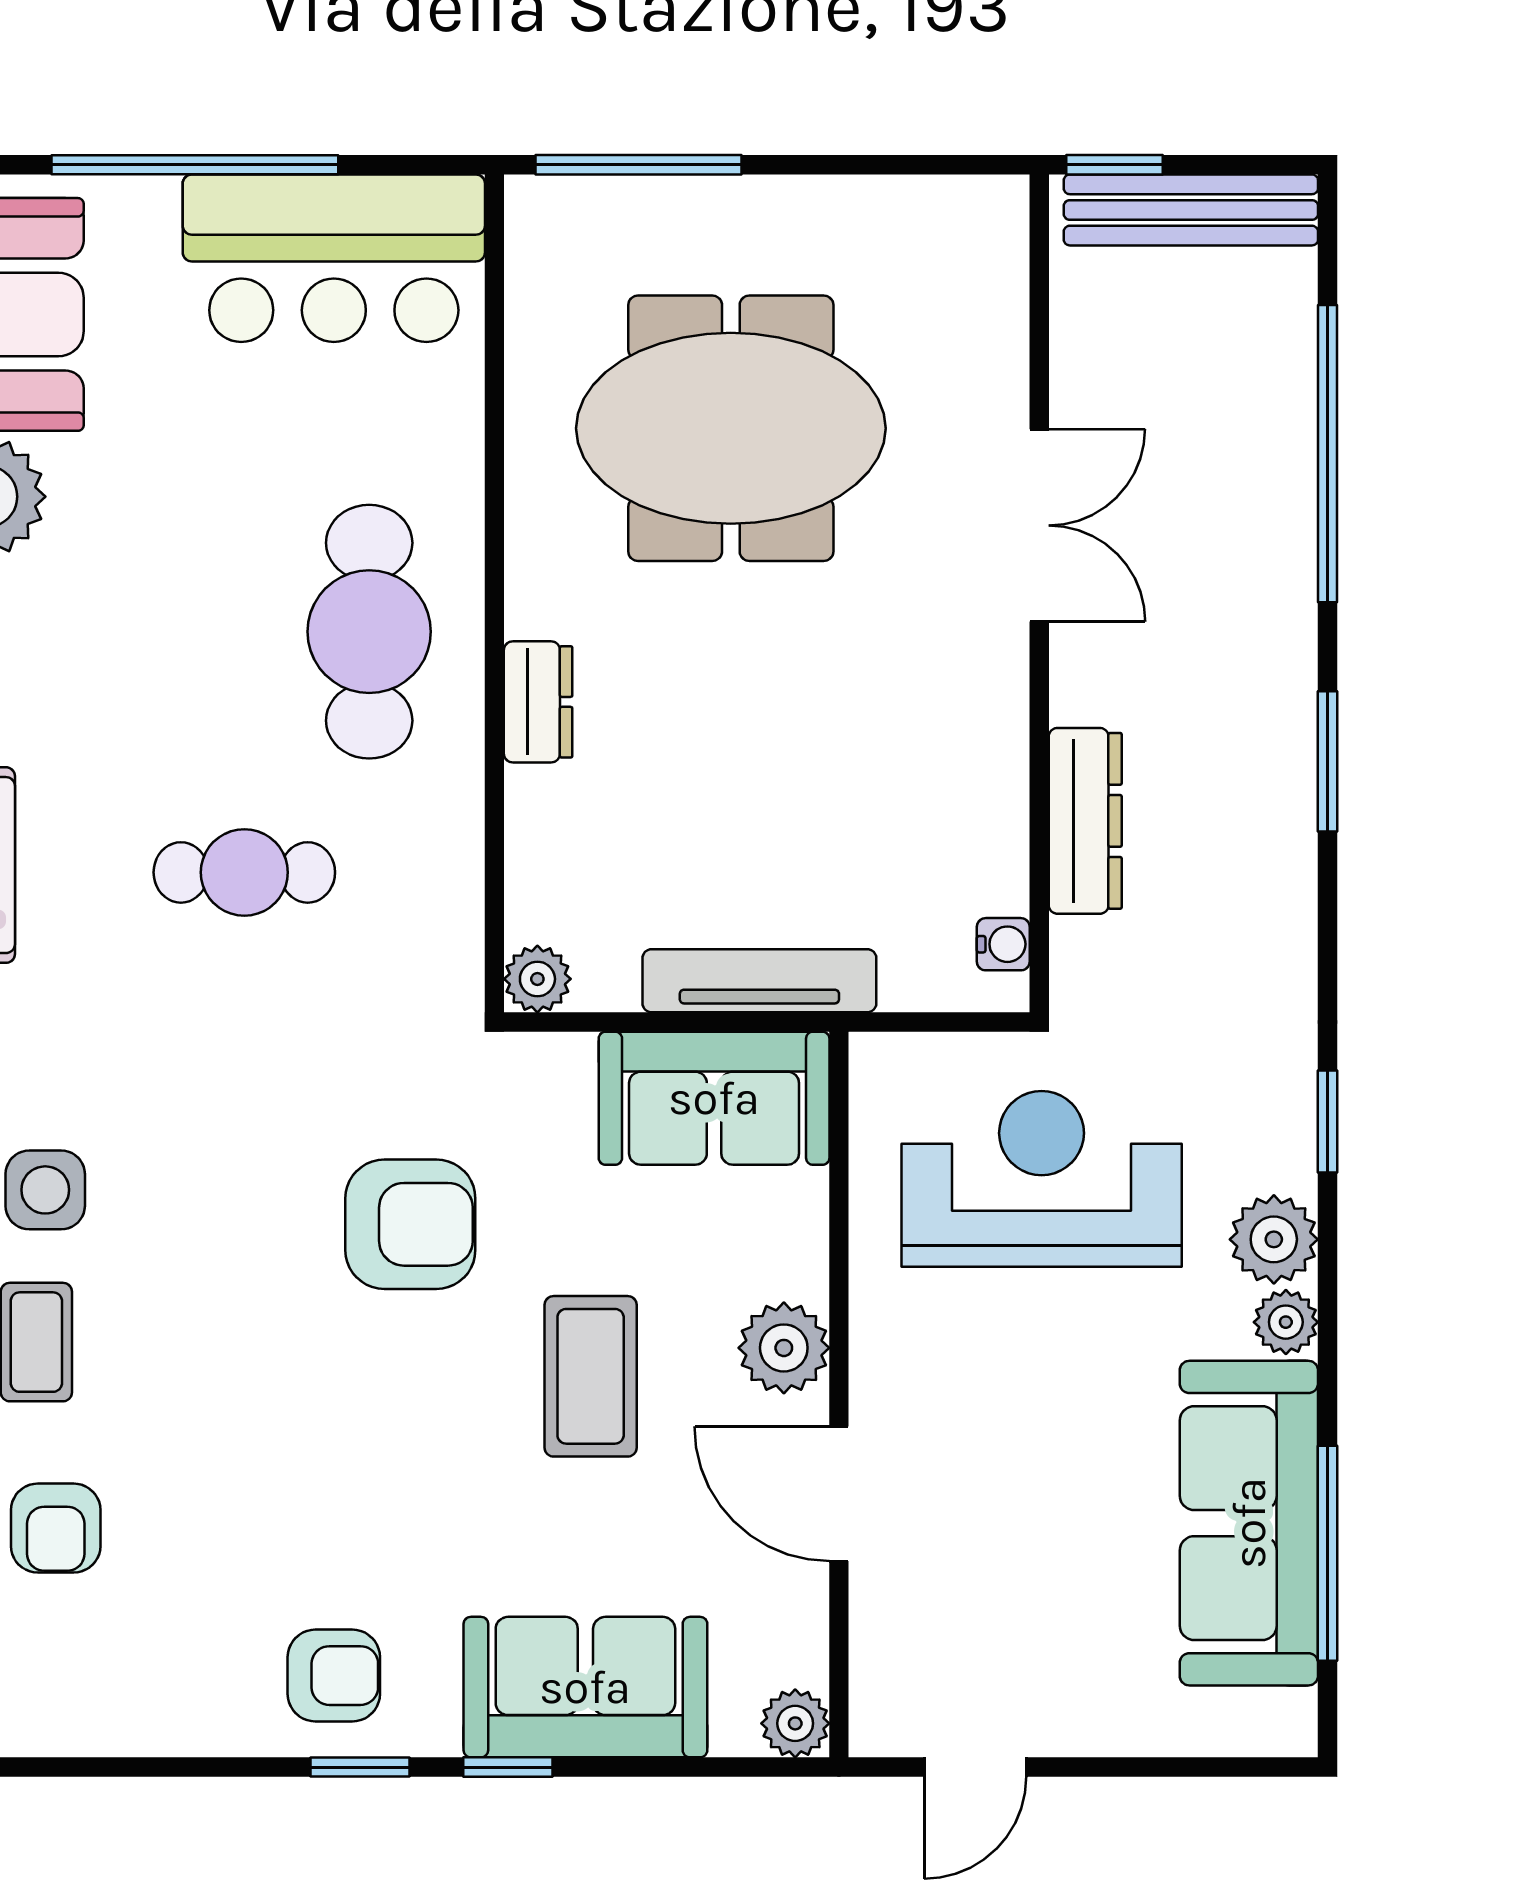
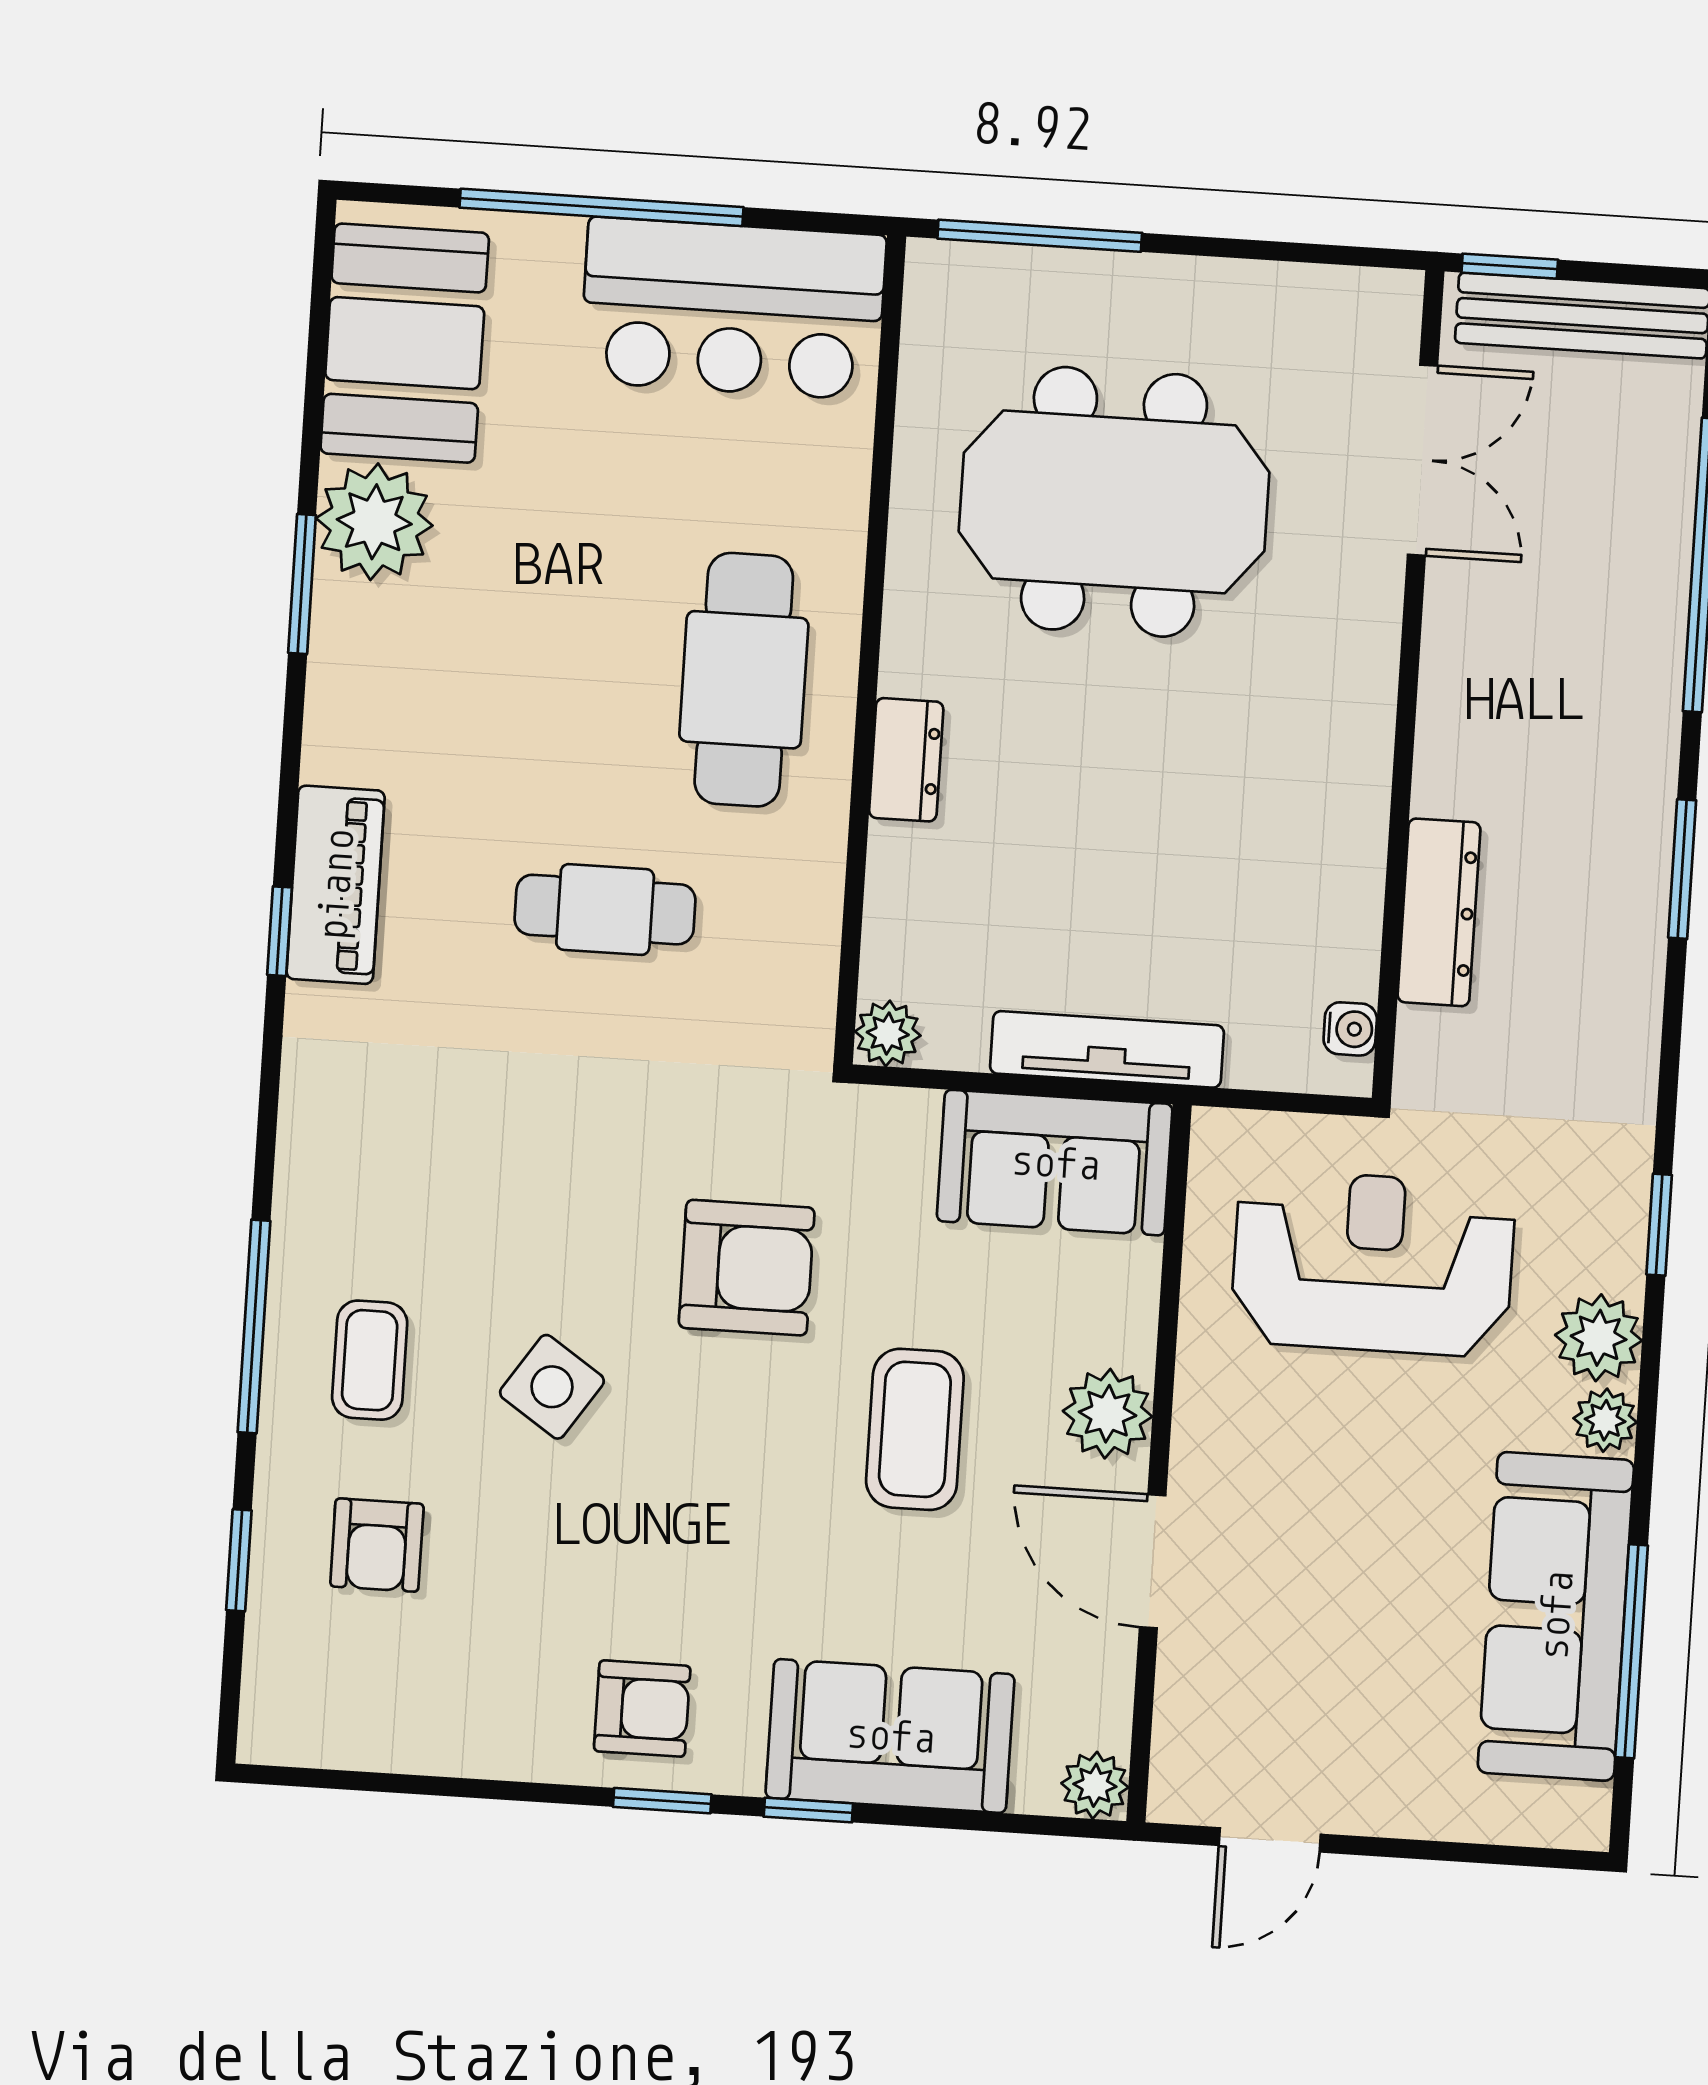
double door: (1039, 525) -> (1423, 460), moved
side table: (45, 1190) -> (552, 1387), moved, turned 34

